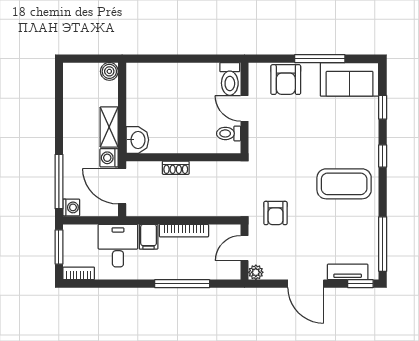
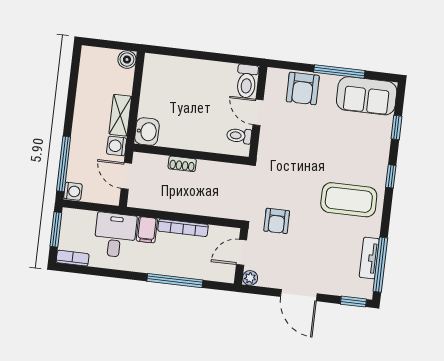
door: (122, 186) -> (126, 176), width x0.73
tv unit: (348, 272) -> (369, 258), moved, turned -90

